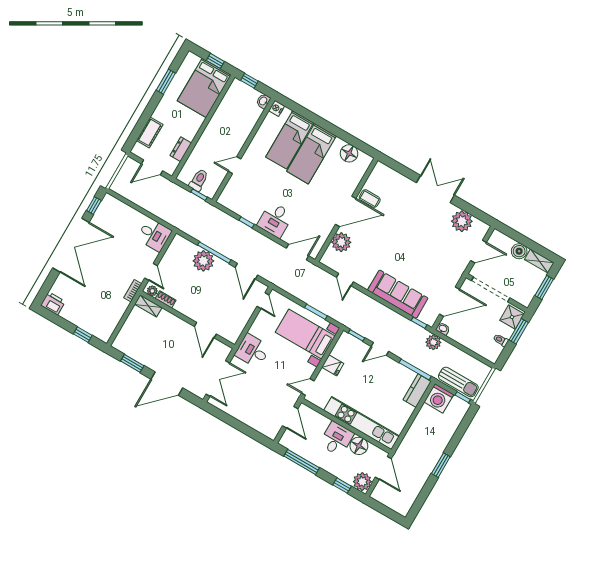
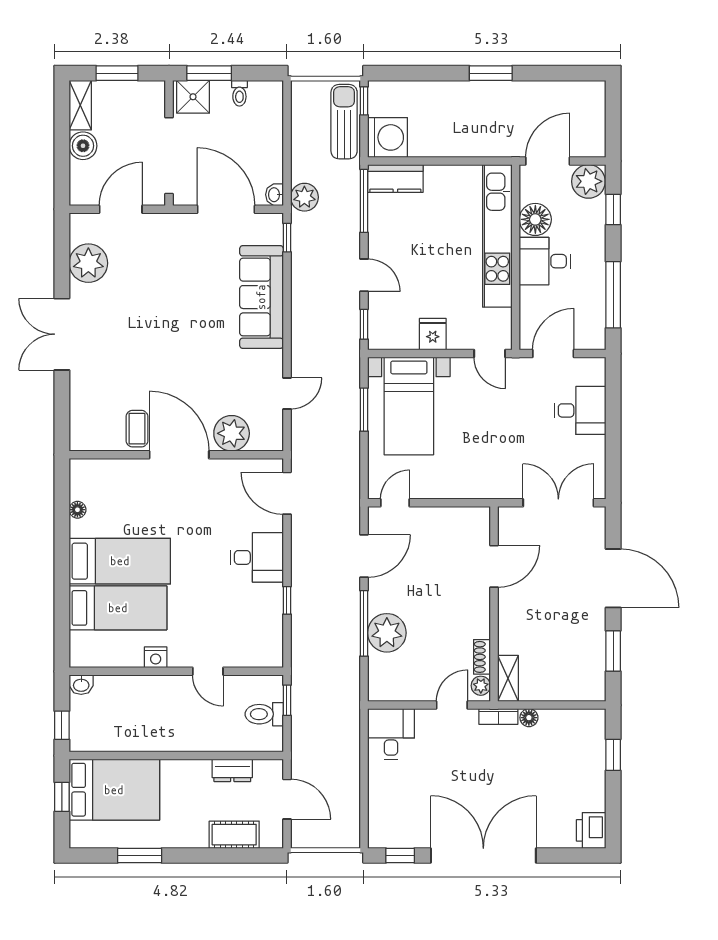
nightstand: (277, 108) -> (156, 657), moved
floor lamp: (349, 153) -> (77, 510), width x0.53, depth x0.53
door: (479, 252) -> (121, 209), hinge flipped
floor lamp: (124, 305) -> (529, 718), added
desk: (253, 351) -> (580, 410), moved, turned -90

